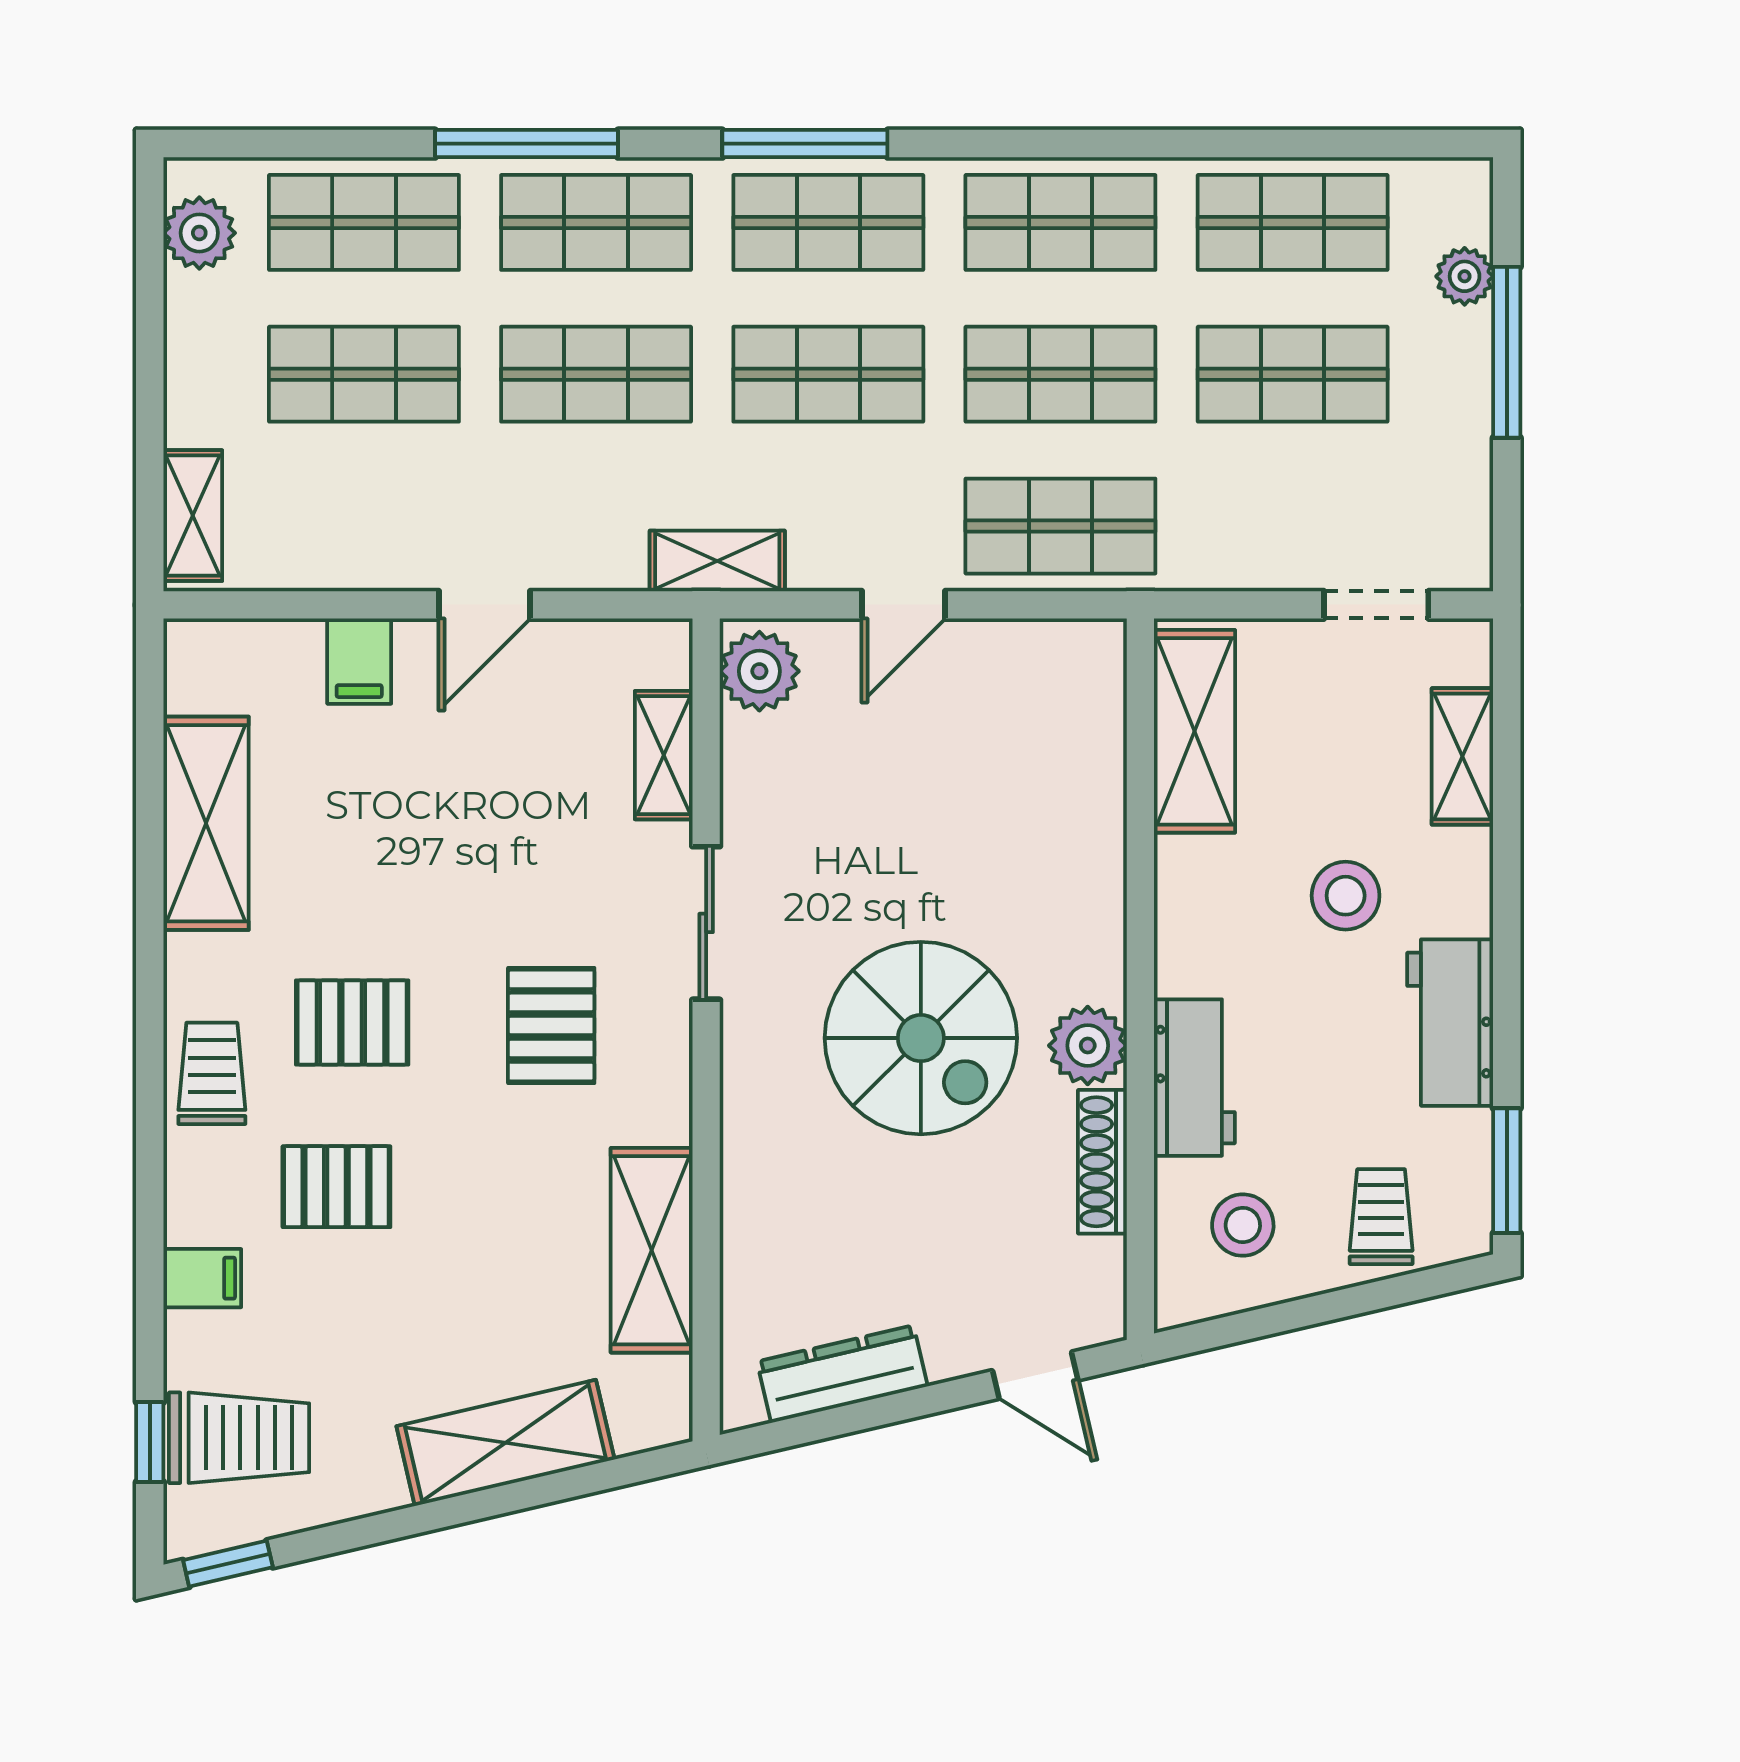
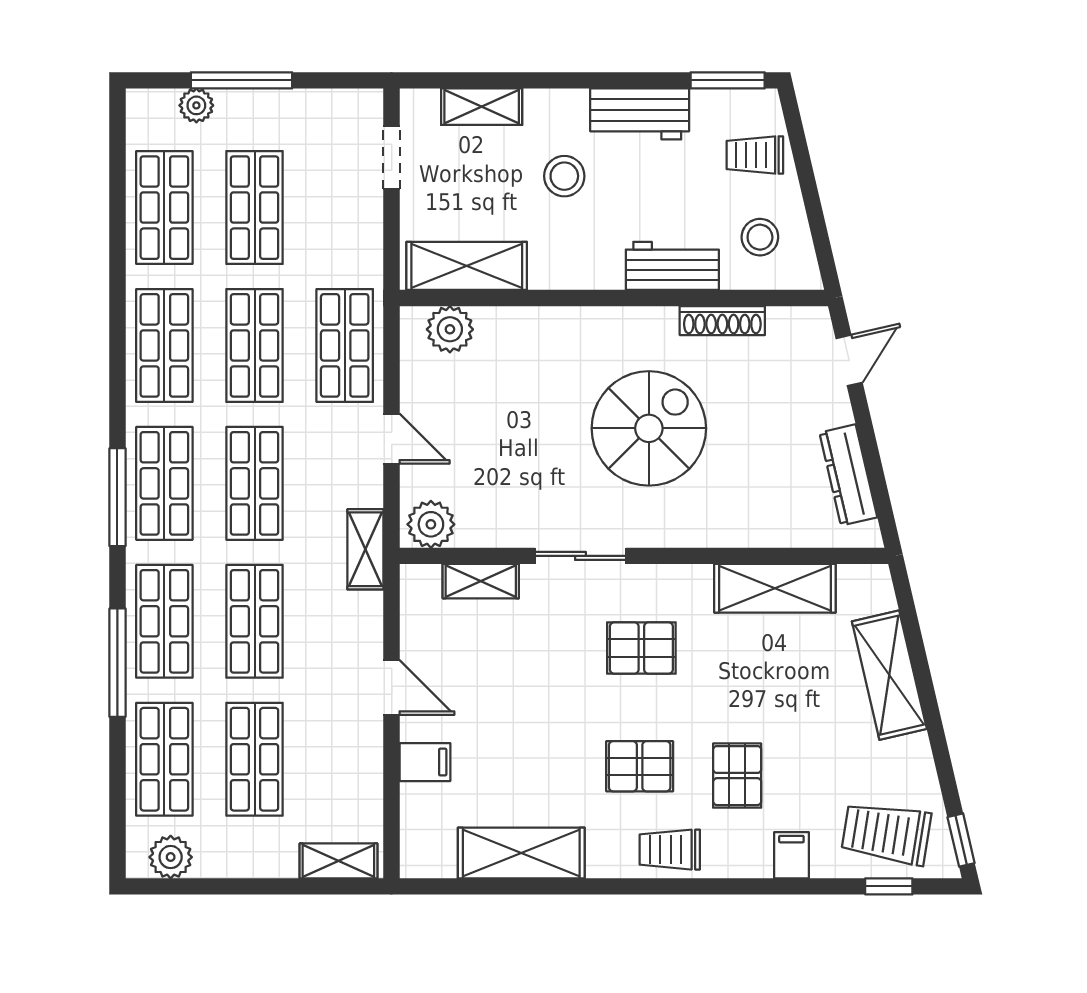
pallet: (352, 1022) -> (640, 766), turned 90
plant: (1088, 1046) -> (450, 329), moved
trolley: (239, 1438) -> (886, 833), turned -81

